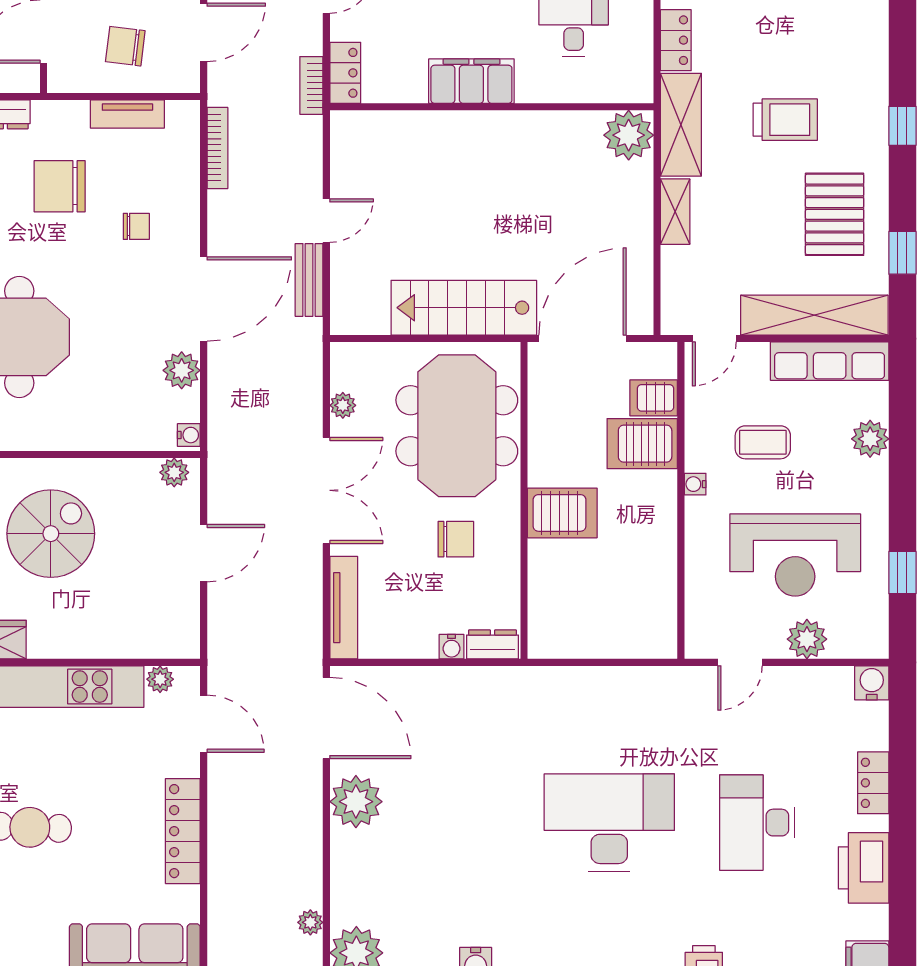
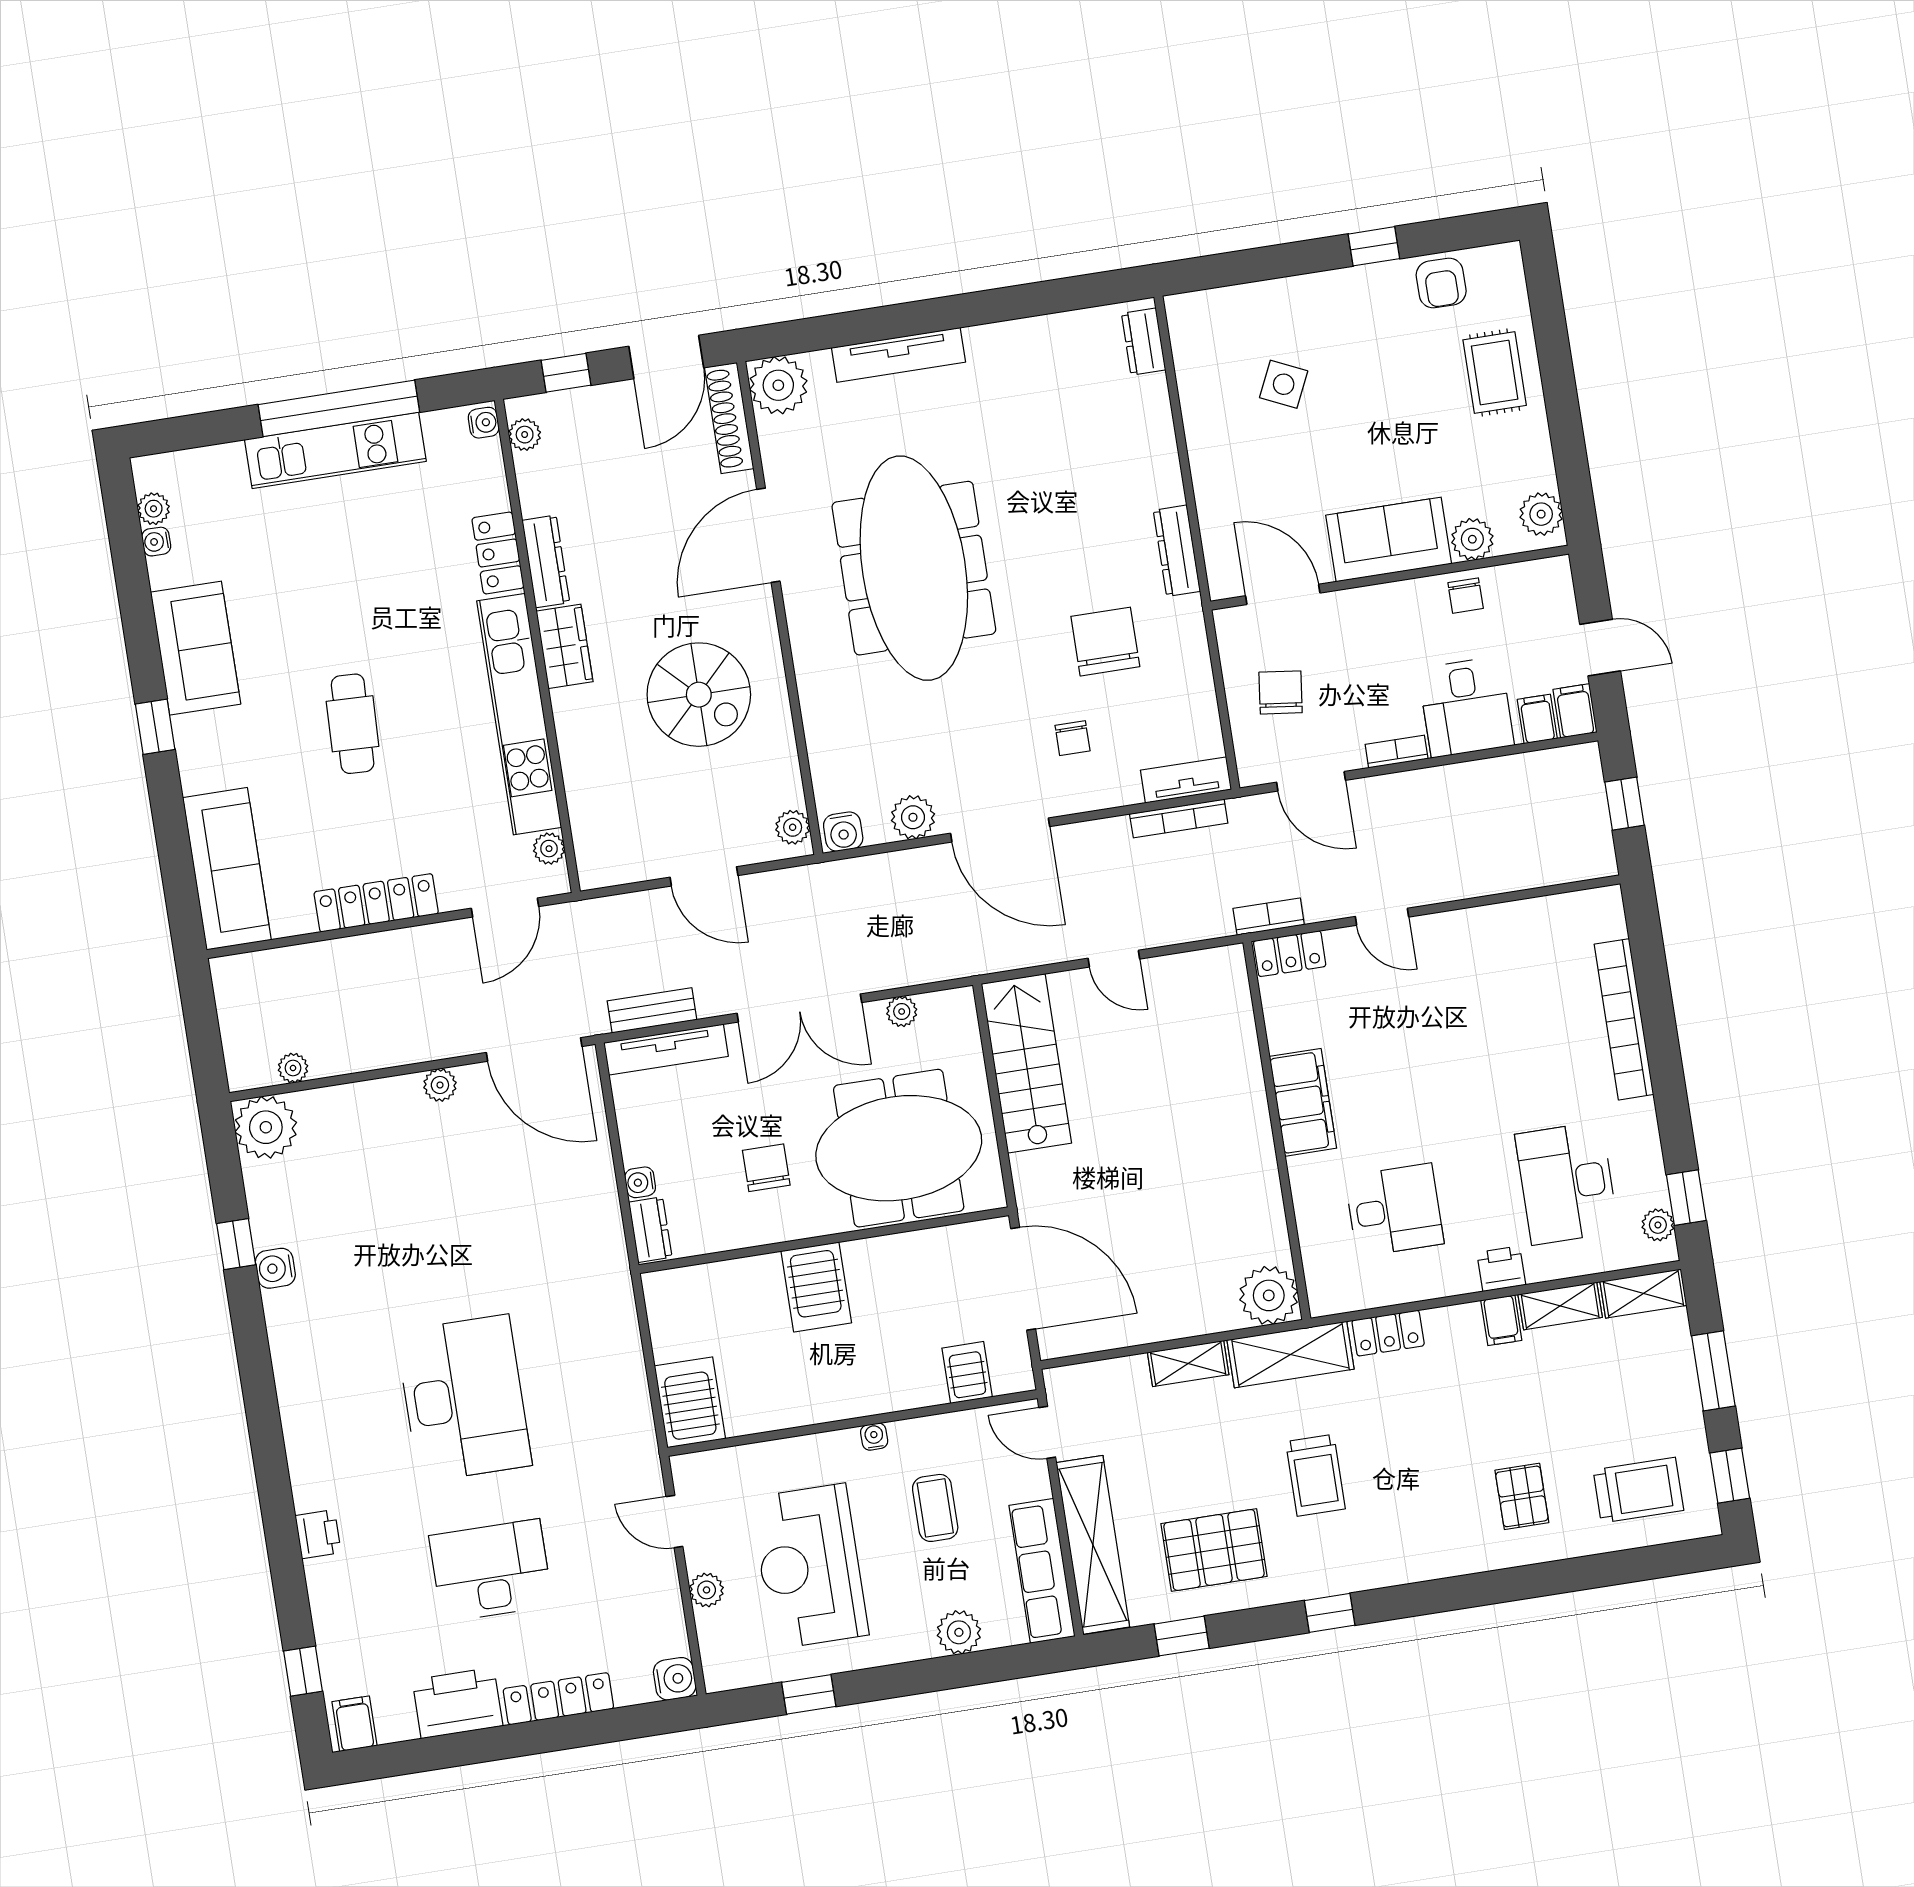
tv unit: (127, 114) -> (1186, 780), moved, turned 90
bench: (309, 280) -> (652, 1010), moved
stairs: (464, 308) -> (1026, 1063), moved
water cooler: (189, 435) -> (843, 832), width x1.38, depth x1.38
server rack: (642, 444) -> (690, 1402), moved
chair: (456, 539) -> (766, 1168), turned 180
plant: (807, 639) -> (707, 1590), width x0.73, depth x0.73
door: (326, 718) -> (534, 1049), hinge flipped
locker: (873, 783) -> (558, 1699), width x1.53
plant: (356, 802) -> (440, 1085), width x0.53, depth x0.53

